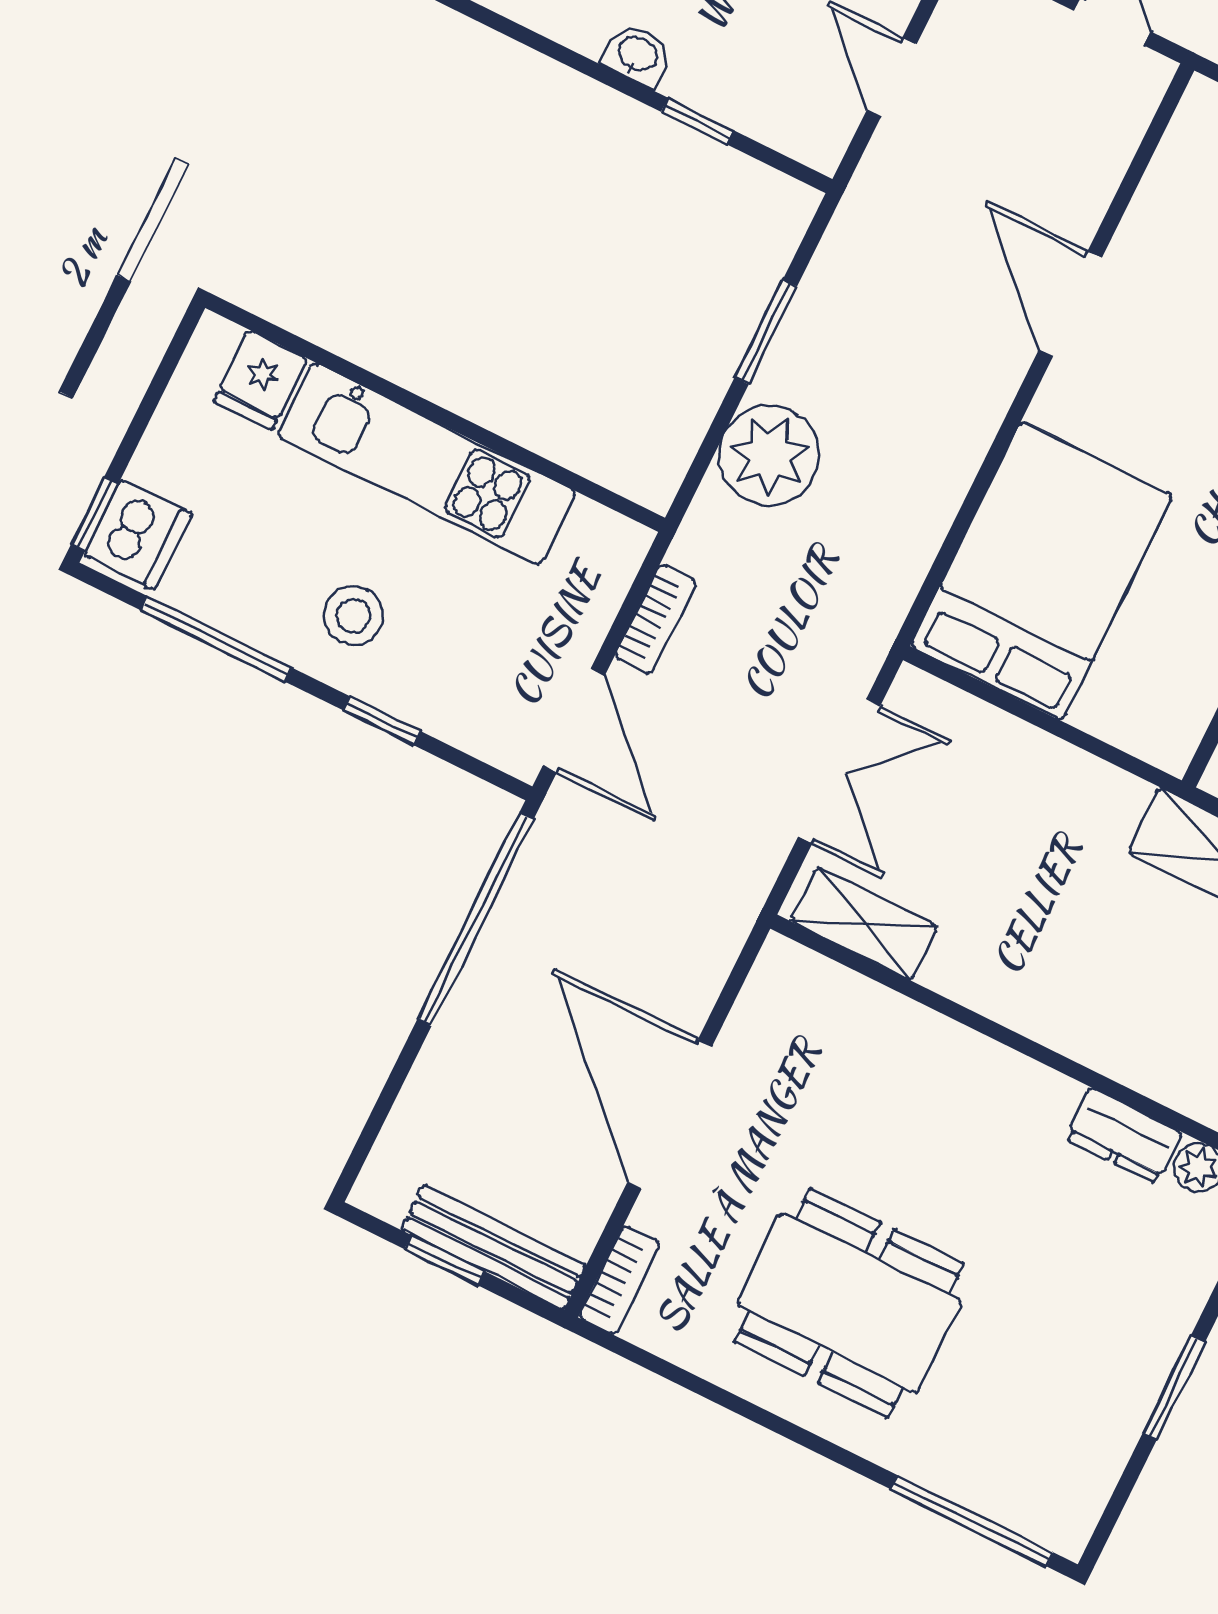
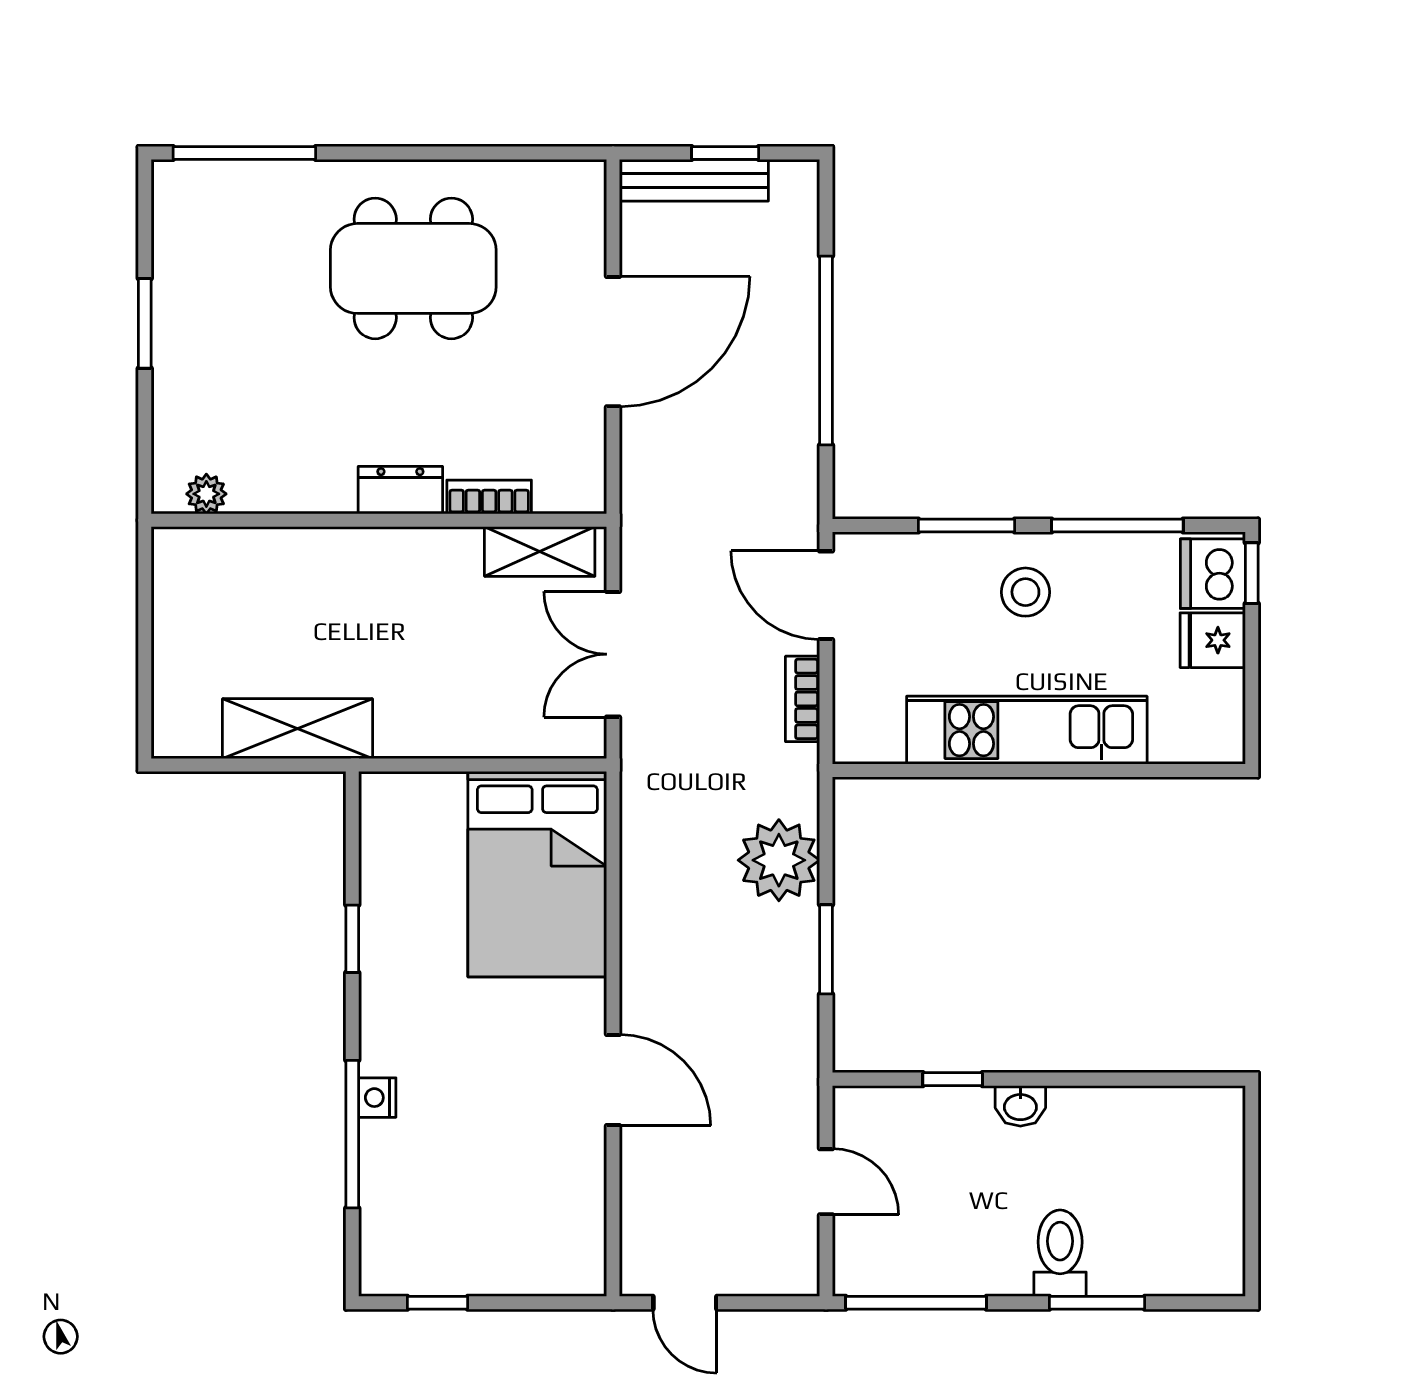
fridge: (261, 380) -> (1213, 640), moved, turned -90
window: (382, 721) -> (966, 526), width x1.50
window: (476, 919) -> (826, 350), moved
door: (670, 1114) -> (613, 342), hinge flipped
dresser: (1124, 1136) -> (400, 490), moved
bookcase: (619, 1280) -> (489, 497), moved, turned 90

